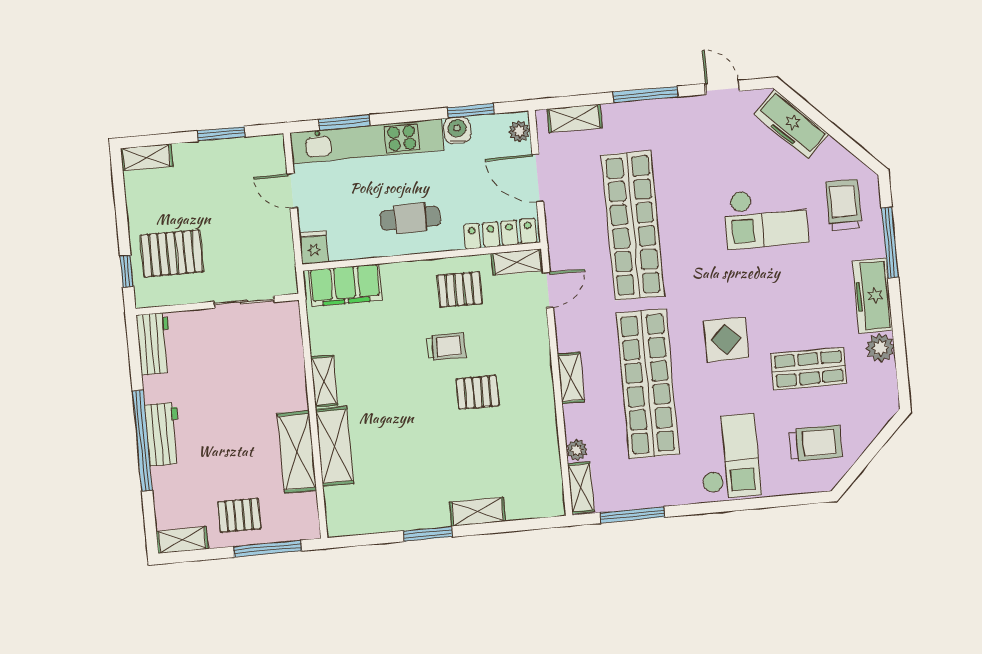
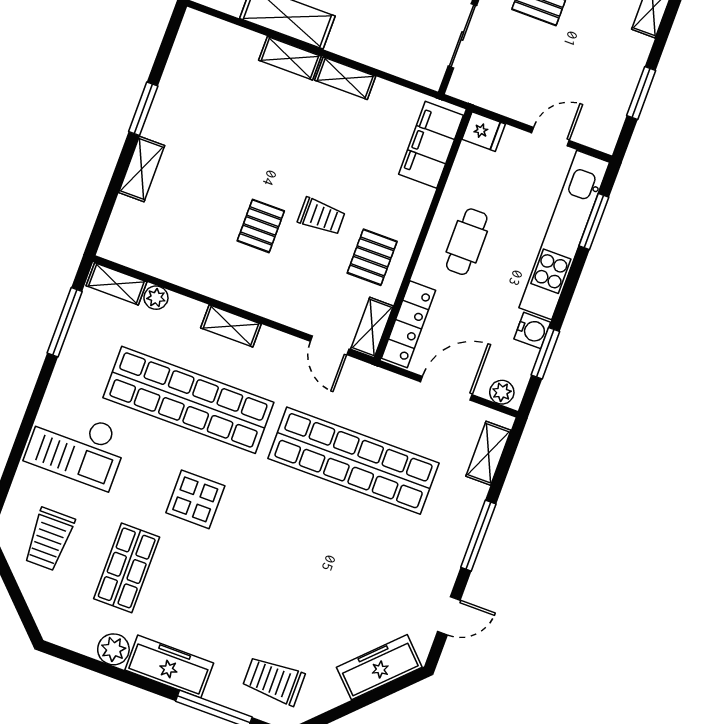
trolley: (844, 205) -> (274, 681), turned 180
checkout: (766, 218) -> (298, 597), removed
trolley: (446, 347) -> (321, 216), turned -90
shelving: (334, 446) -> (290, 58), width x0.67, depth x0.75

